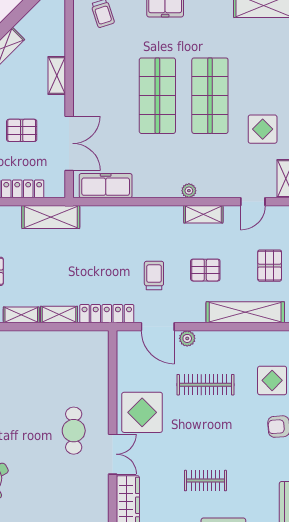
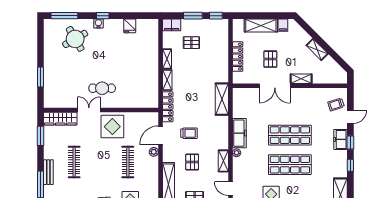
double door: (69, 143) -> (275, 86), moved
freezer: (106, 186) -> (239, 133), moved
shelving: (51, 217) -> (222, 99), moved
double door: (113, 454) -> (89, 110), swing flipped
clothes rail: (205, 481) -> (74, 162), width x1.36

